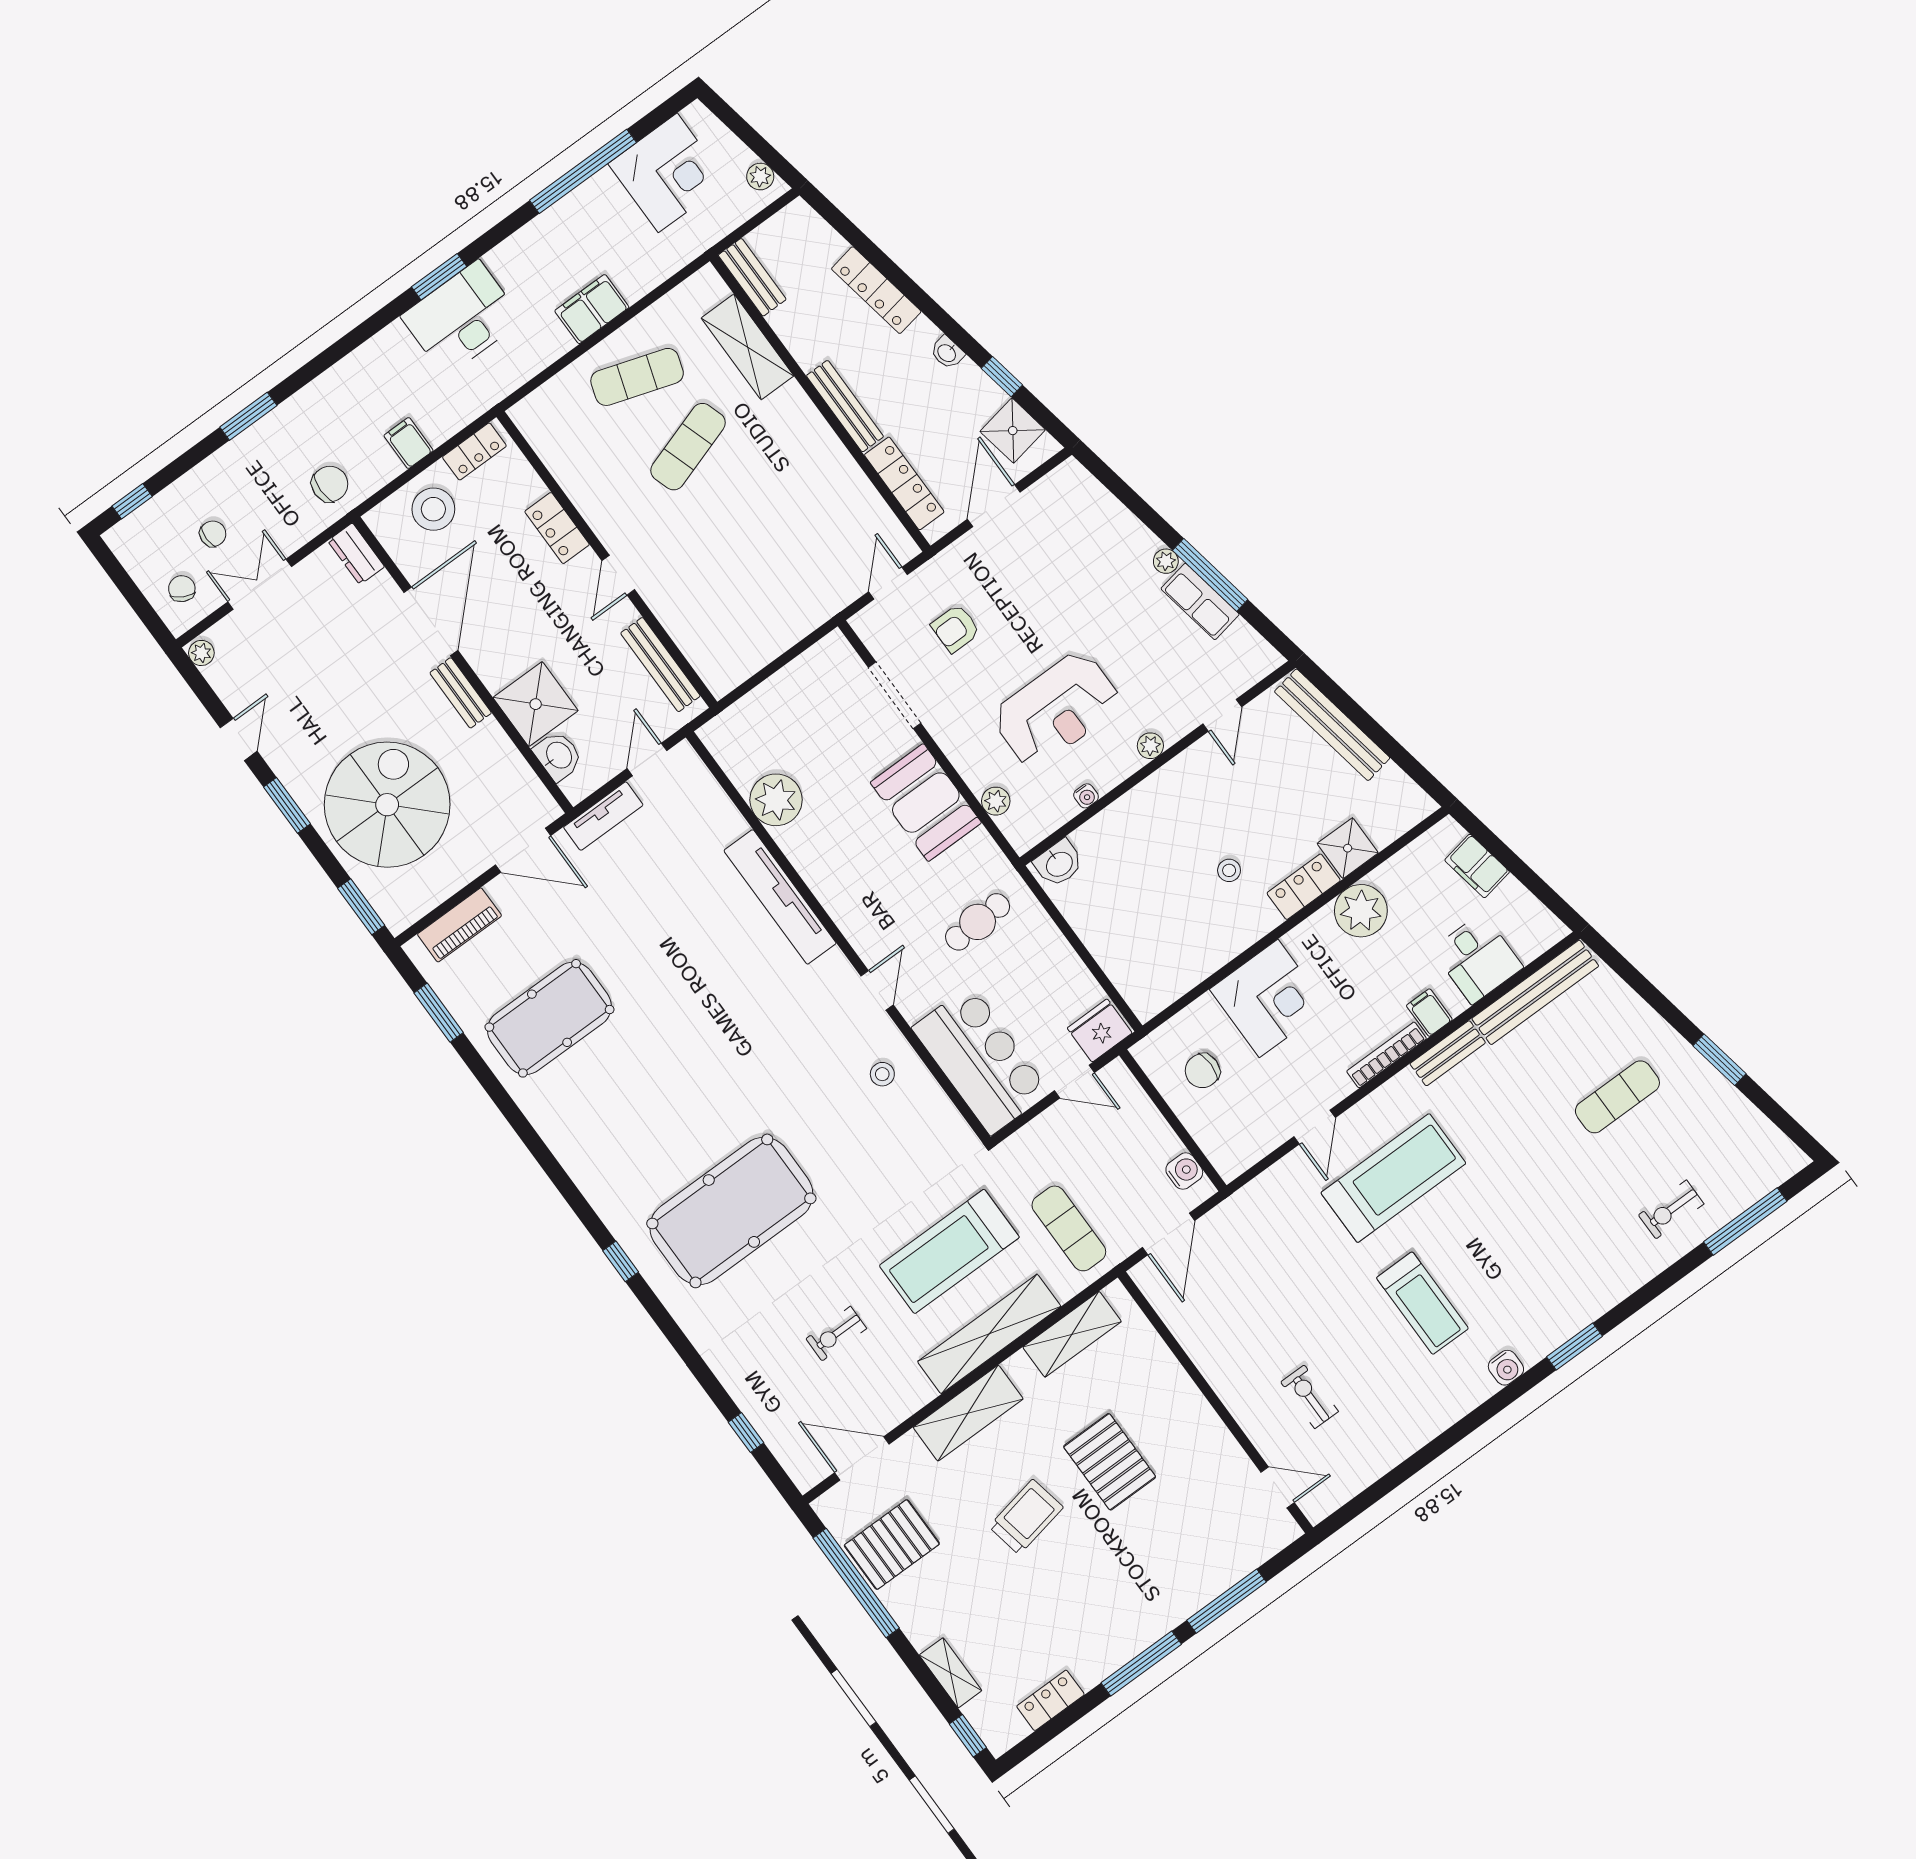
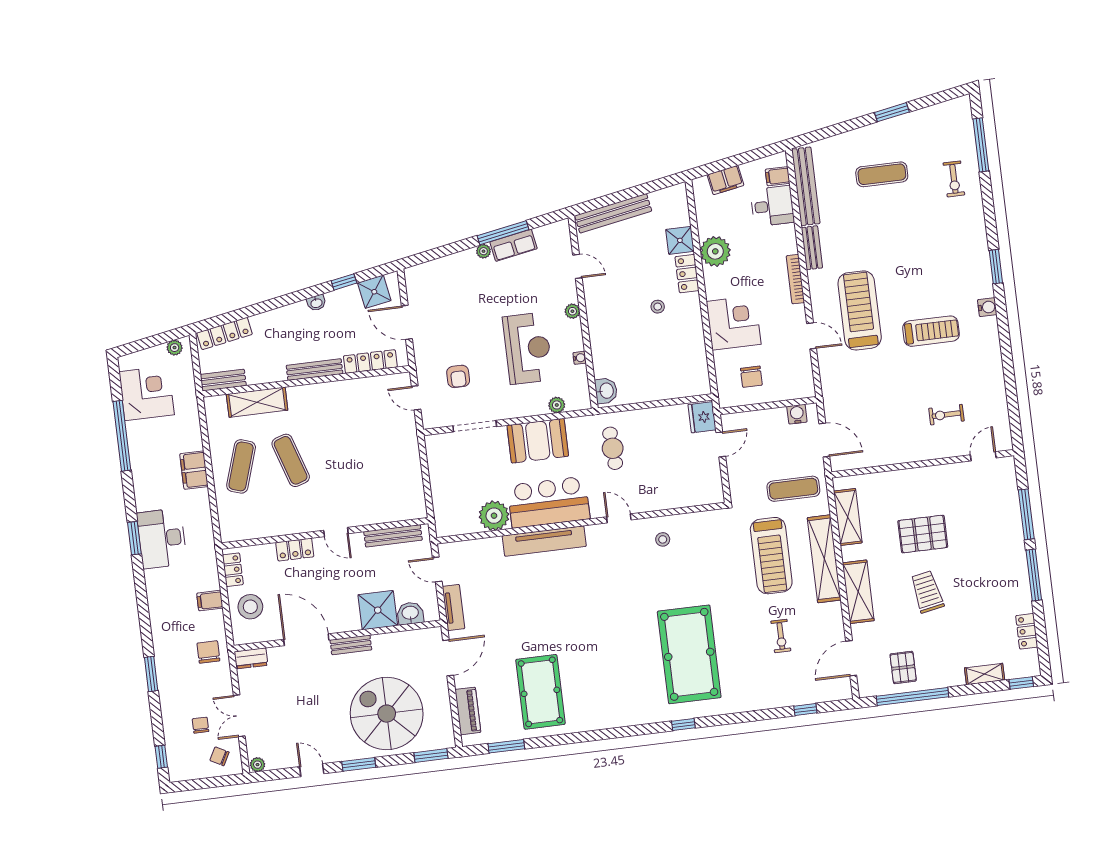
locker: (876, 290) -> (225, 333), moved
filing cabinet: (1429, 1013) -> (778, 176), moved
bar counter: (981, 1060) -> (549, 502), moved
exercise mat: (1617, 1097) -> (882, 174), turned 90
pallet: (892, 1545) -> (903, 667), width x0.67, depth x0.71

